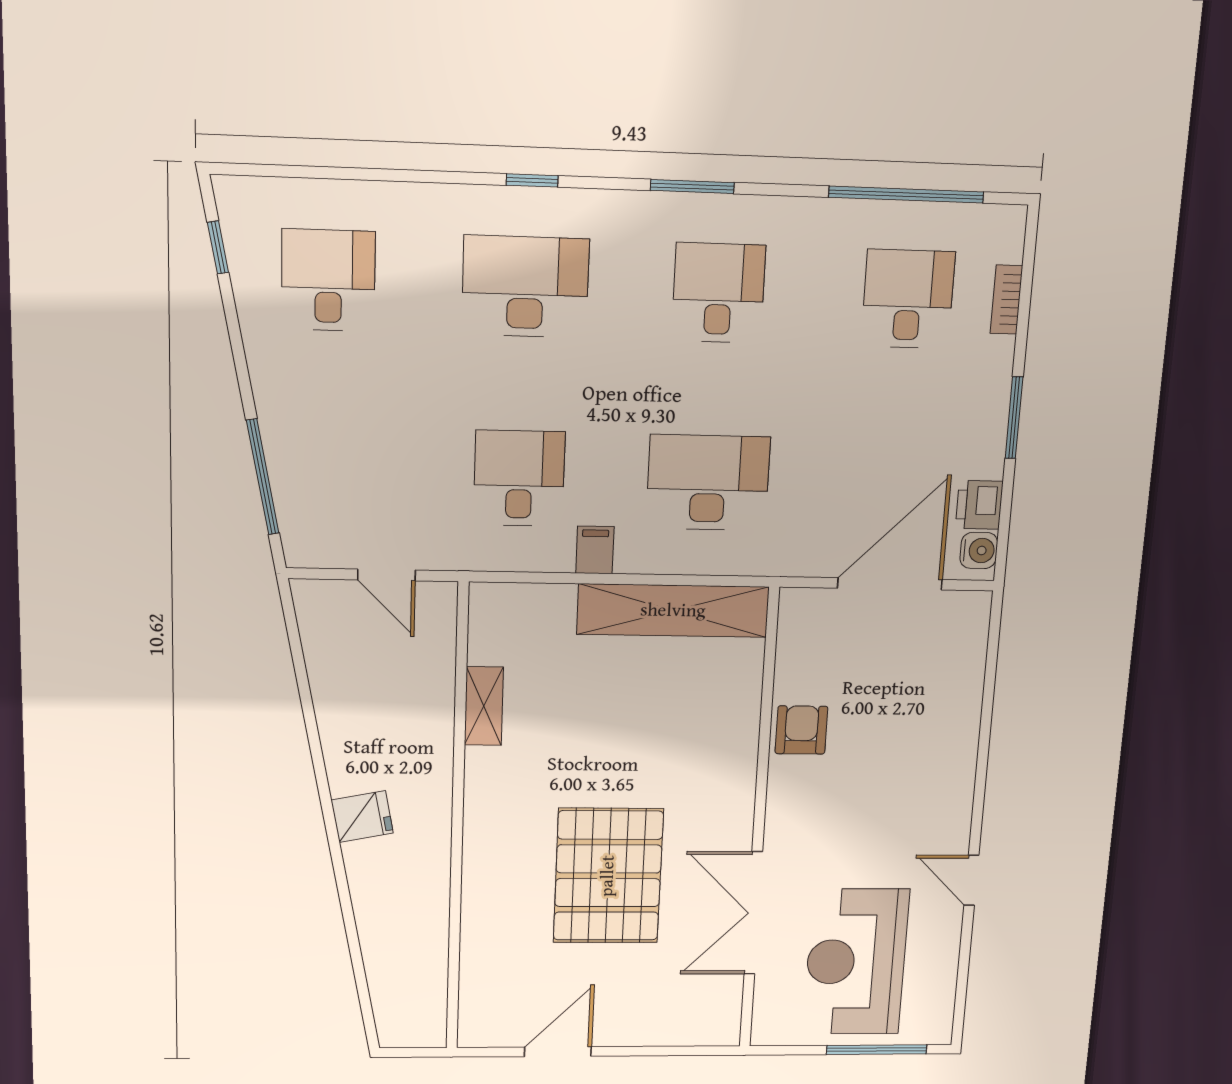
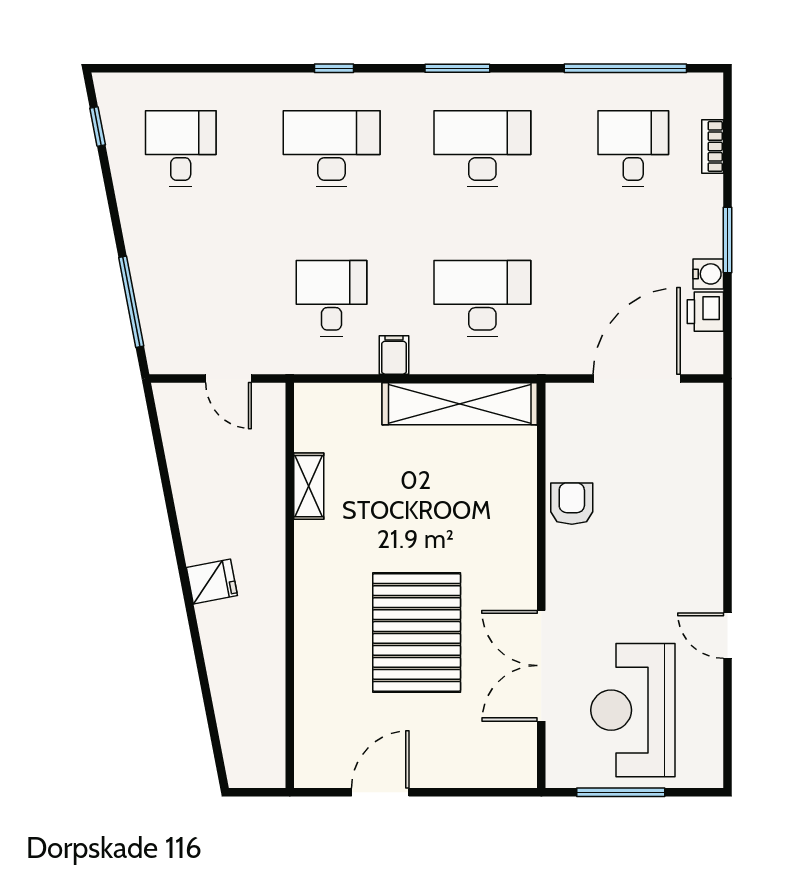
desk: (719, 293) -> (482, 148), width x1.37
water cooler: (979, 550) -> (708, 274), moved
window: (877, 1050) -> (621, 792), moved

